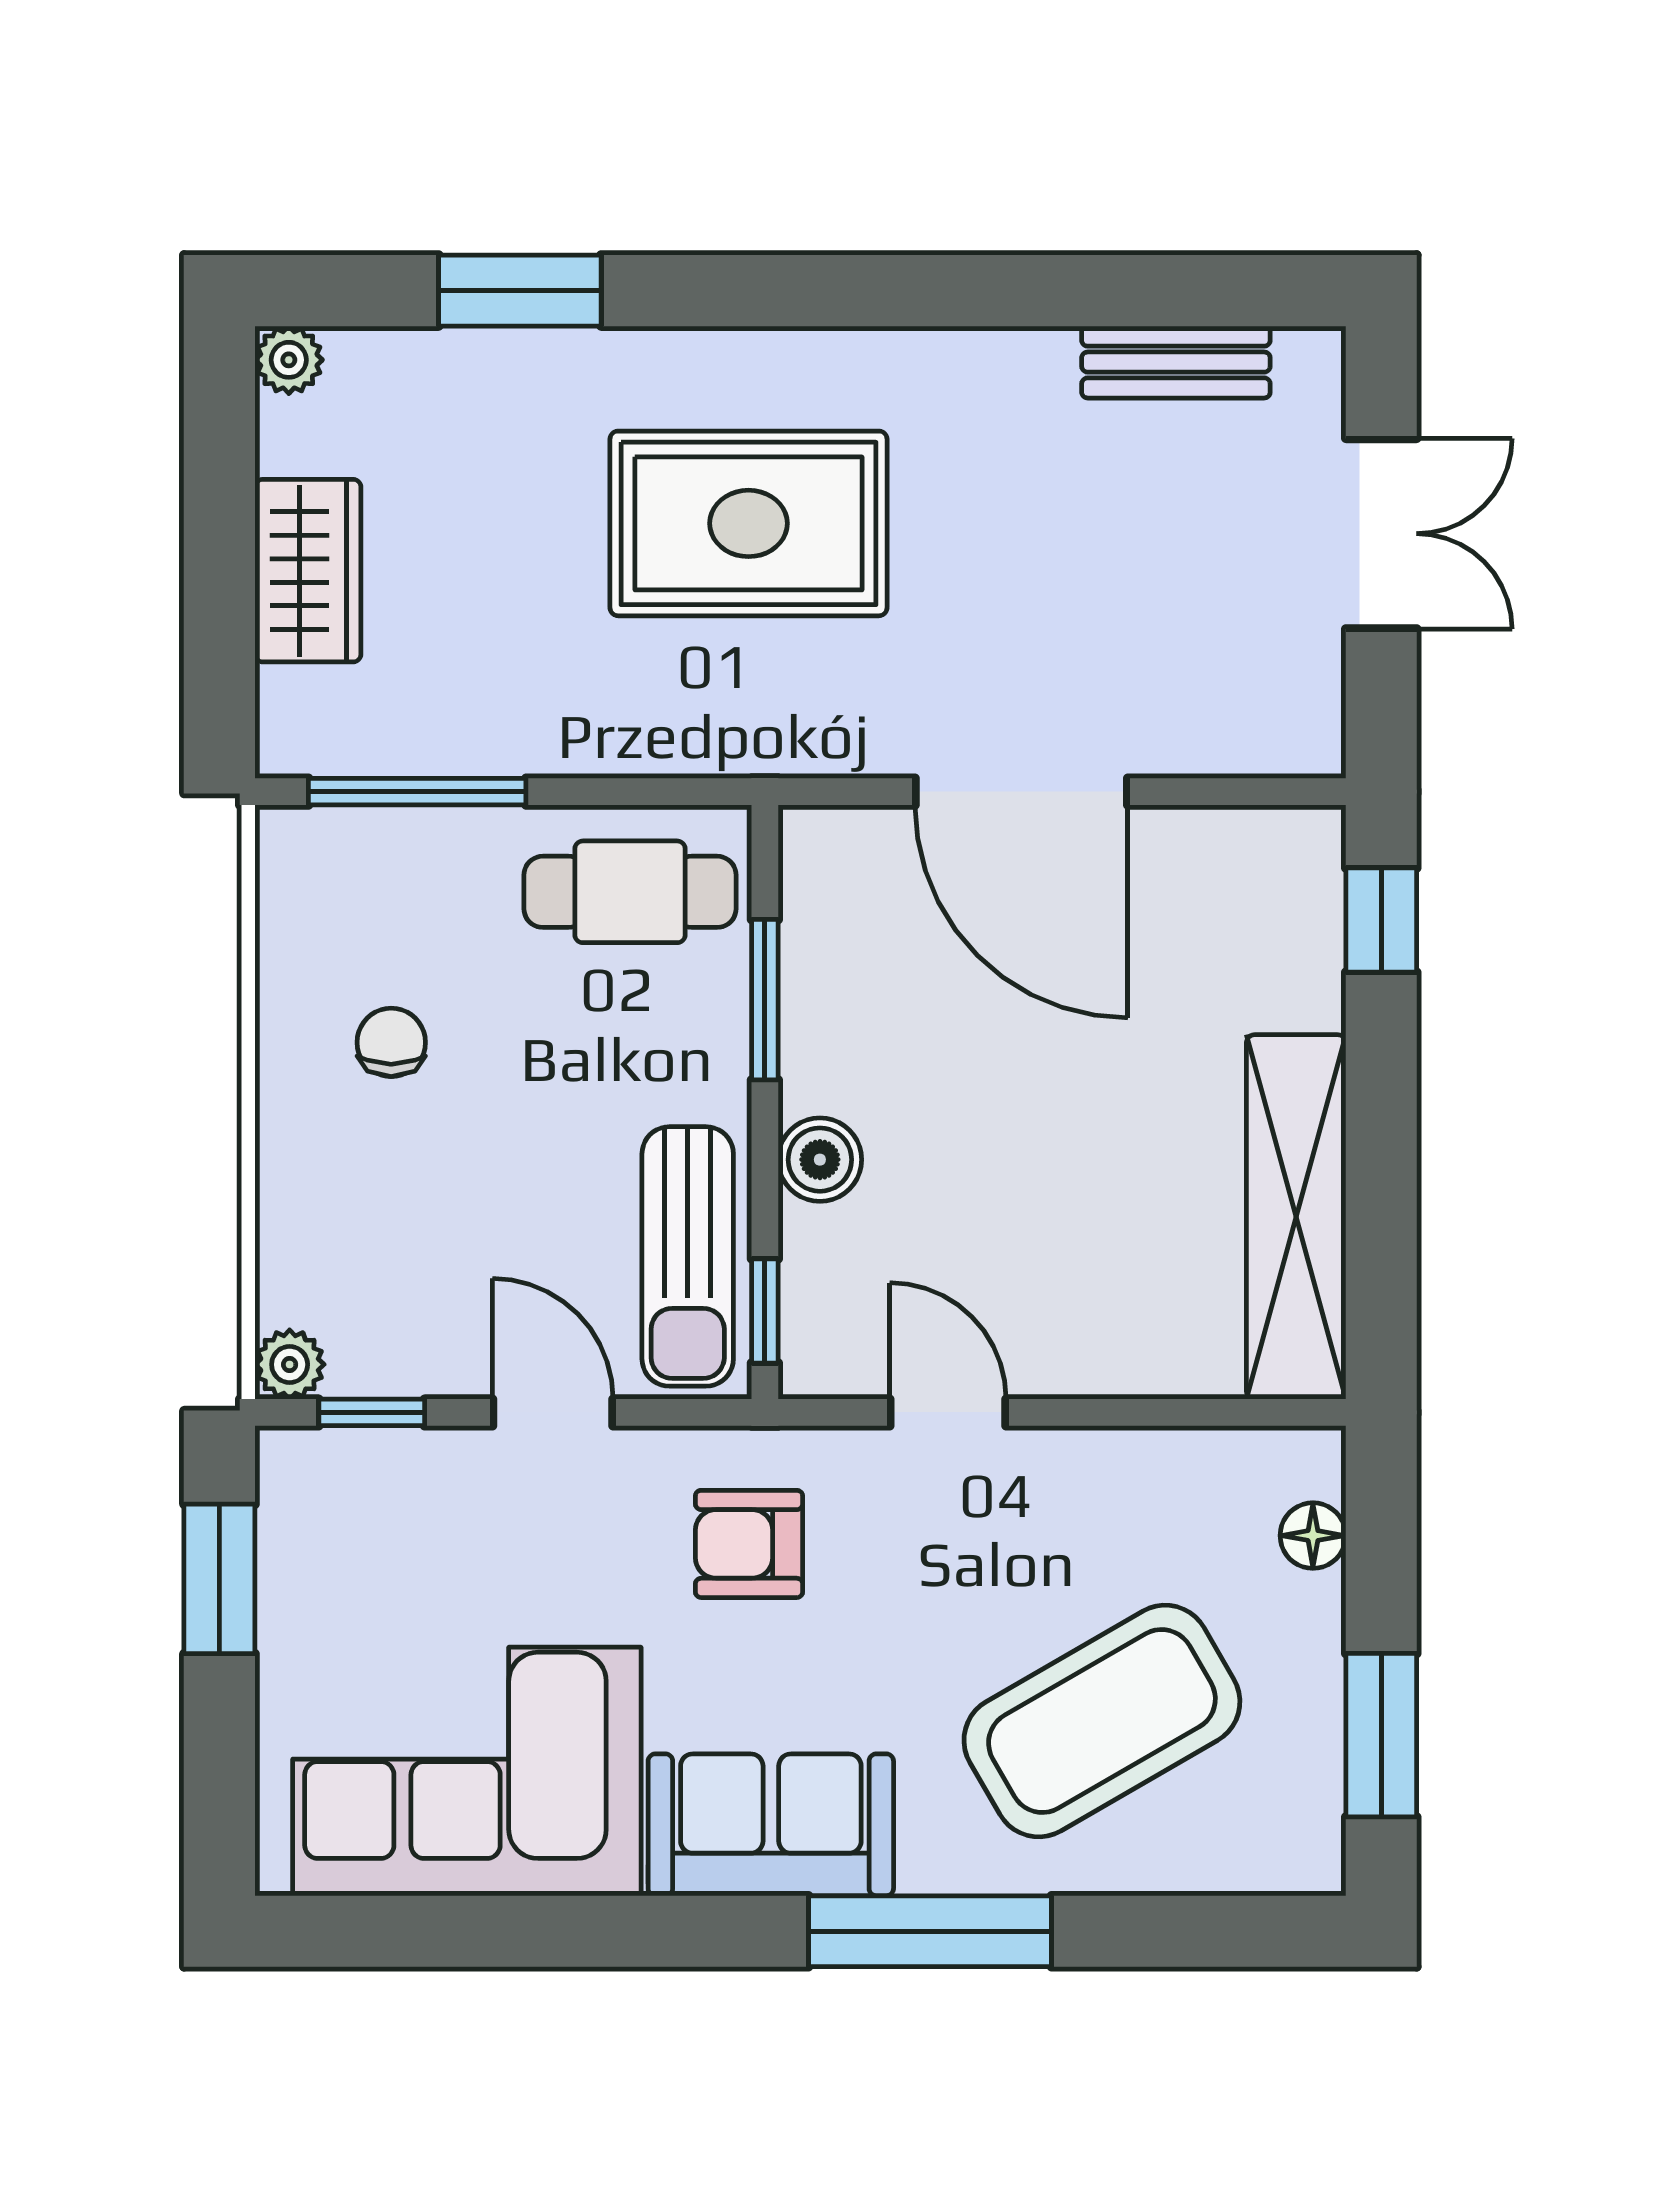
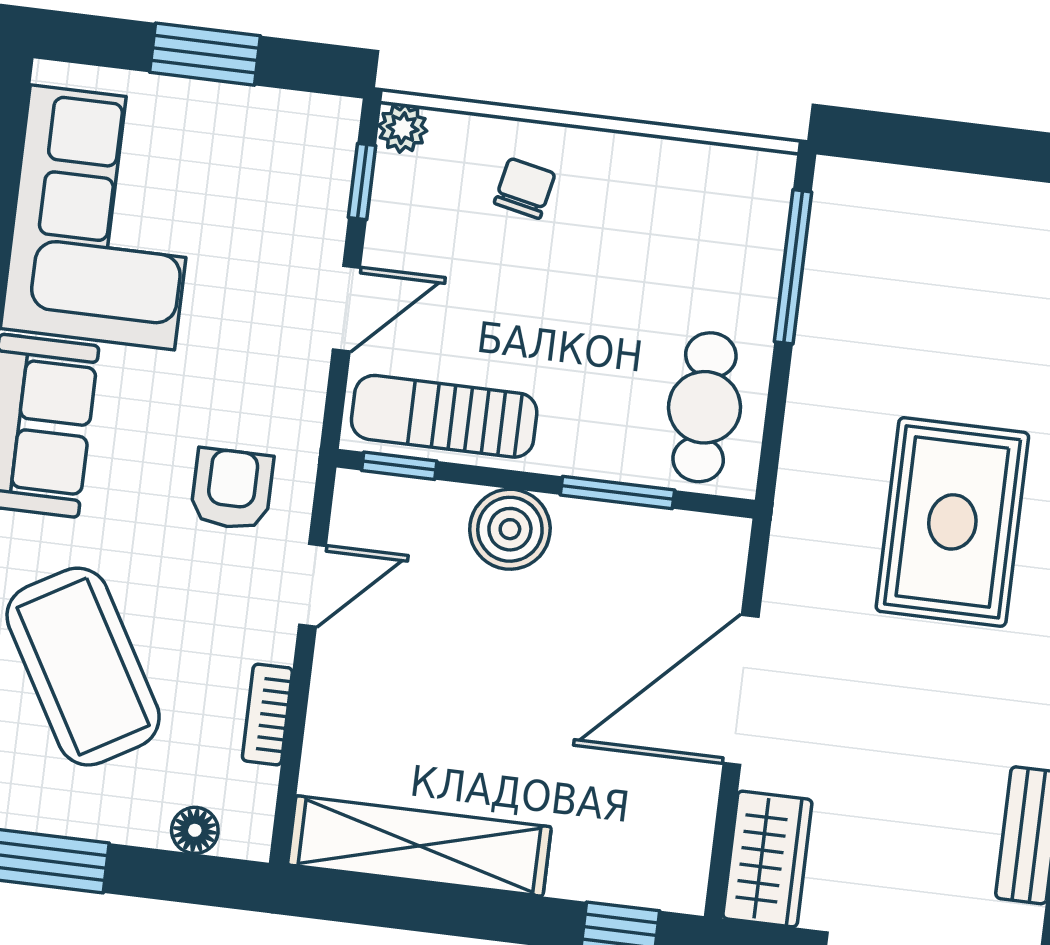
wardrobe: (308, 571) -> (767, 859), moved, turned -90
chair: (391, 1042) -> (525, 188), moved, turned -78
boiler: (820, 1160) -> (510, 529), width x1.36, depth x1.36
bookcase: (1138, 1454) -> (267, 714), added
armchair: (749, 1544) -> (232, 489), moved
window: (219, 1579) -> (205, 54), moved

